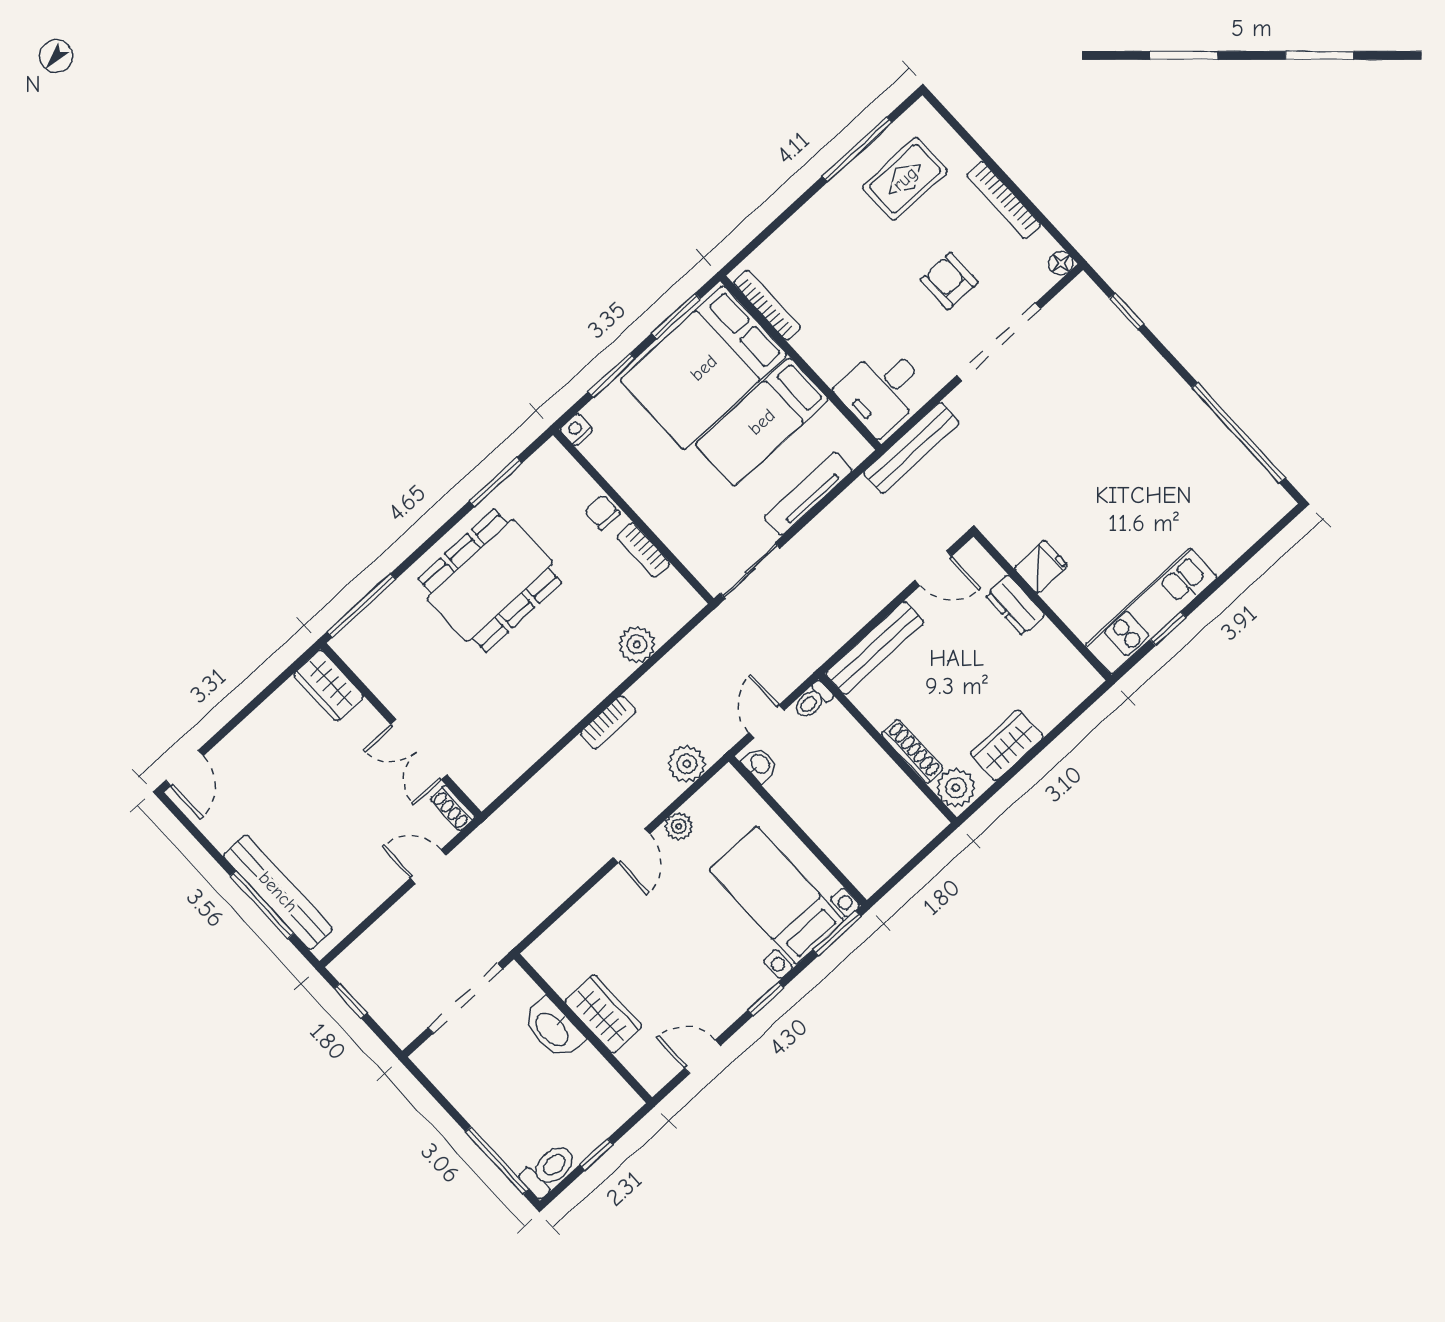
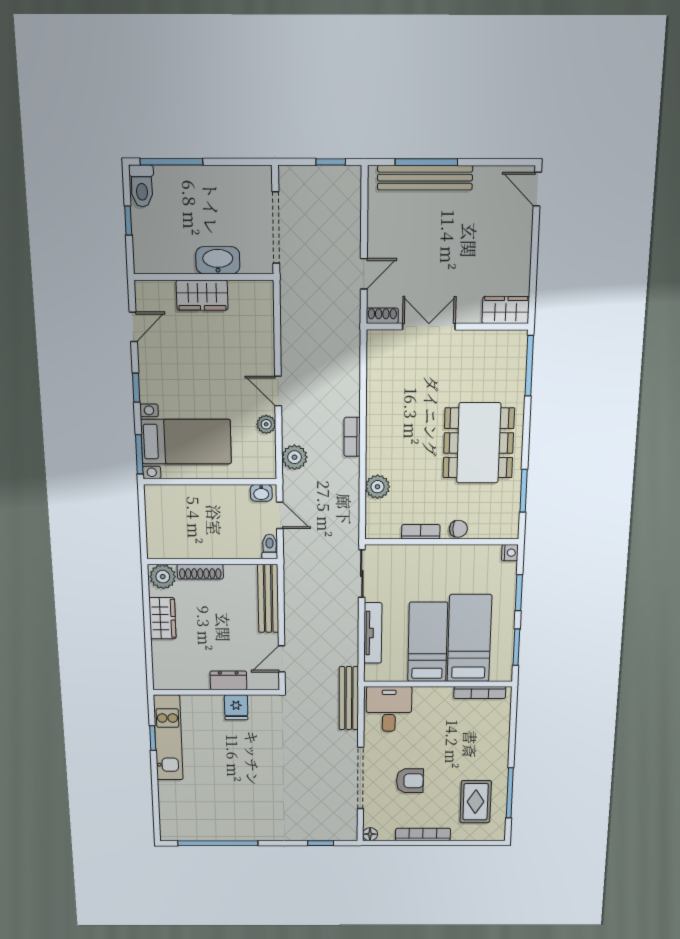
bed: (704, 368) -> (469, 638), width x0.67

